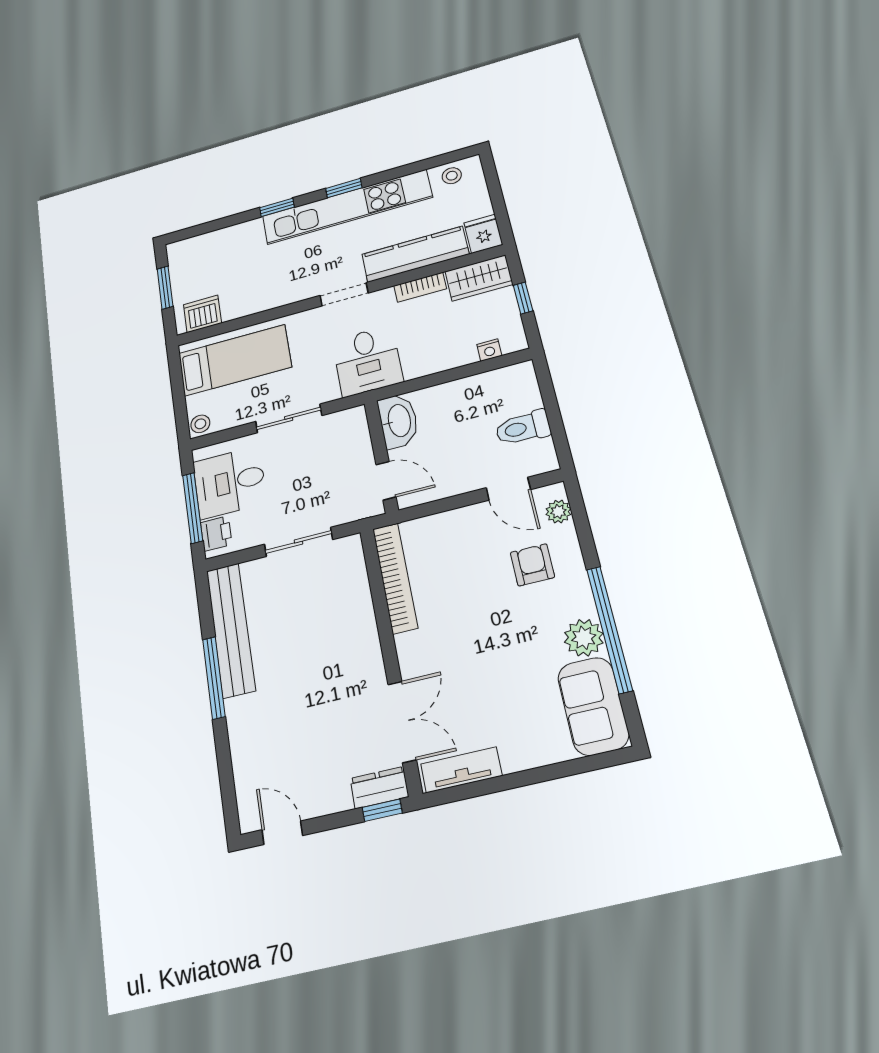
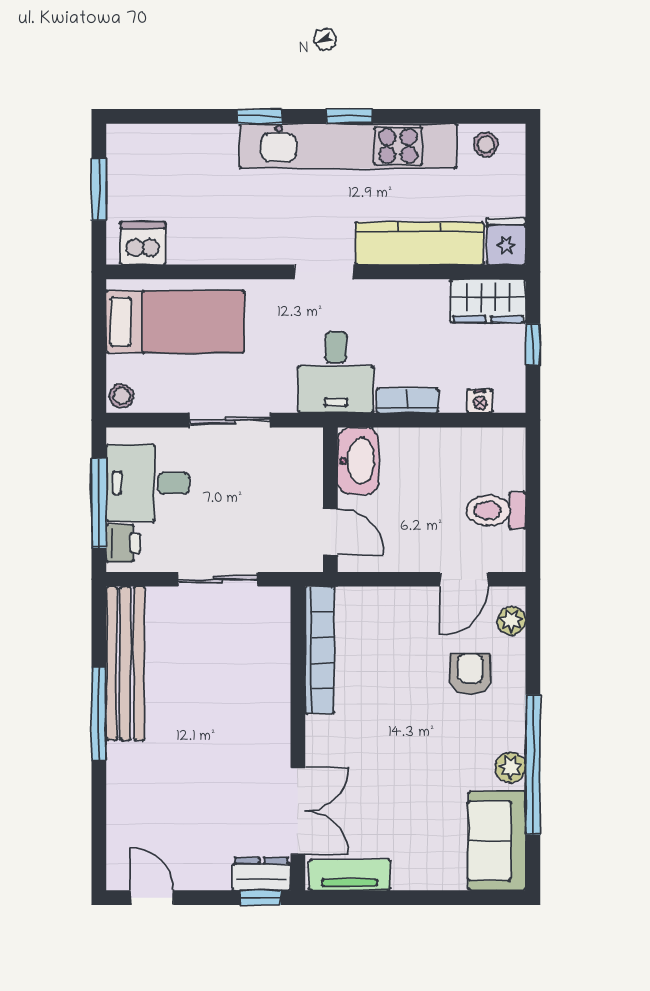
bookcase: (420, 287) -> (408, 401), moved, turned 180
door: (508, 489) -> (464, 579), hinge flipped
plant: (584, 638) -> (511, 767), width x0.73, depth x0.73

